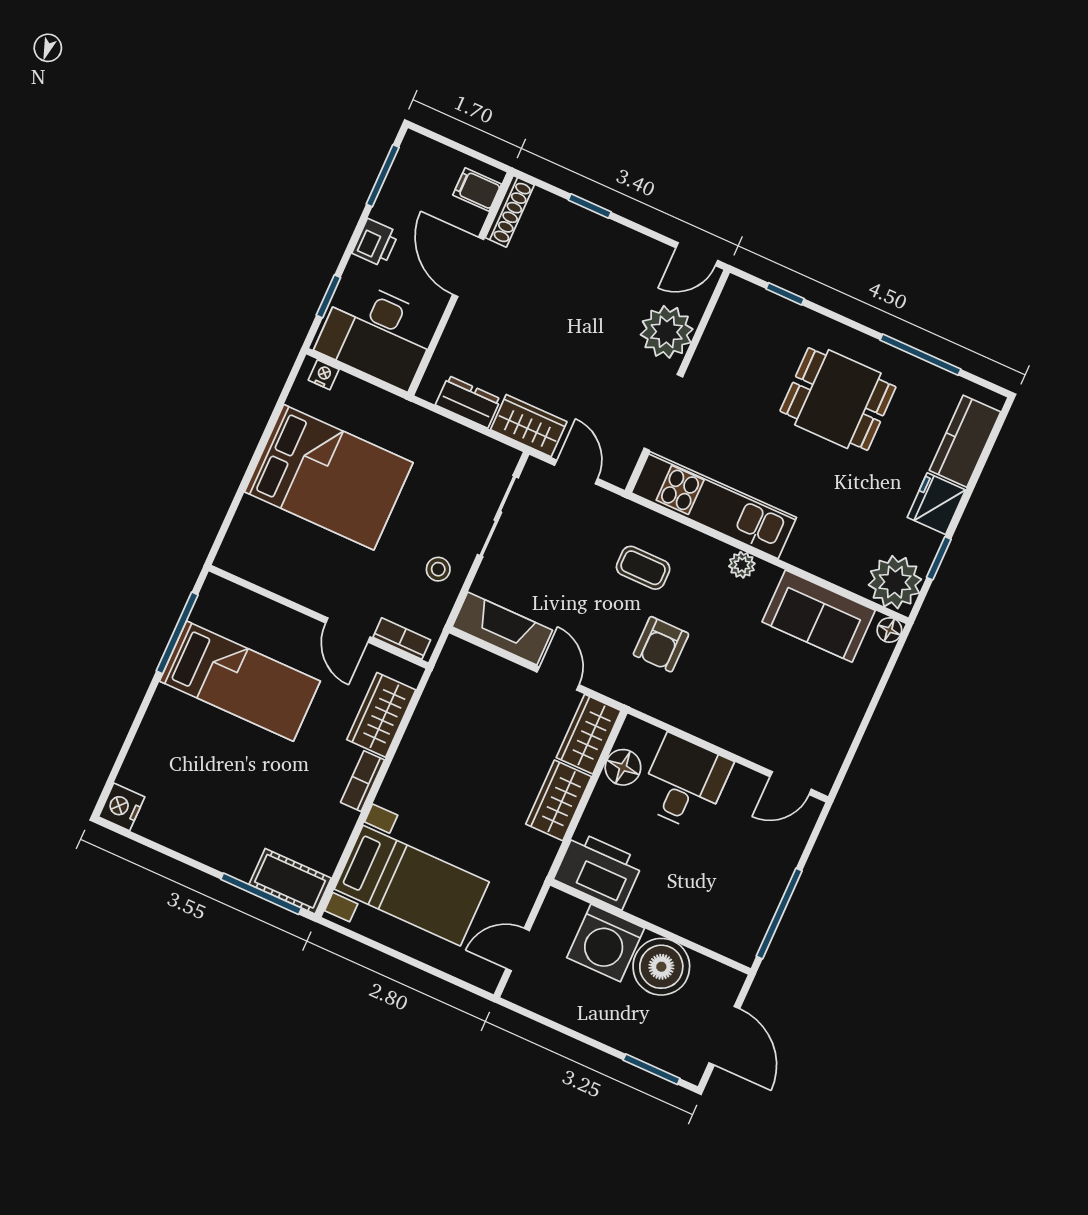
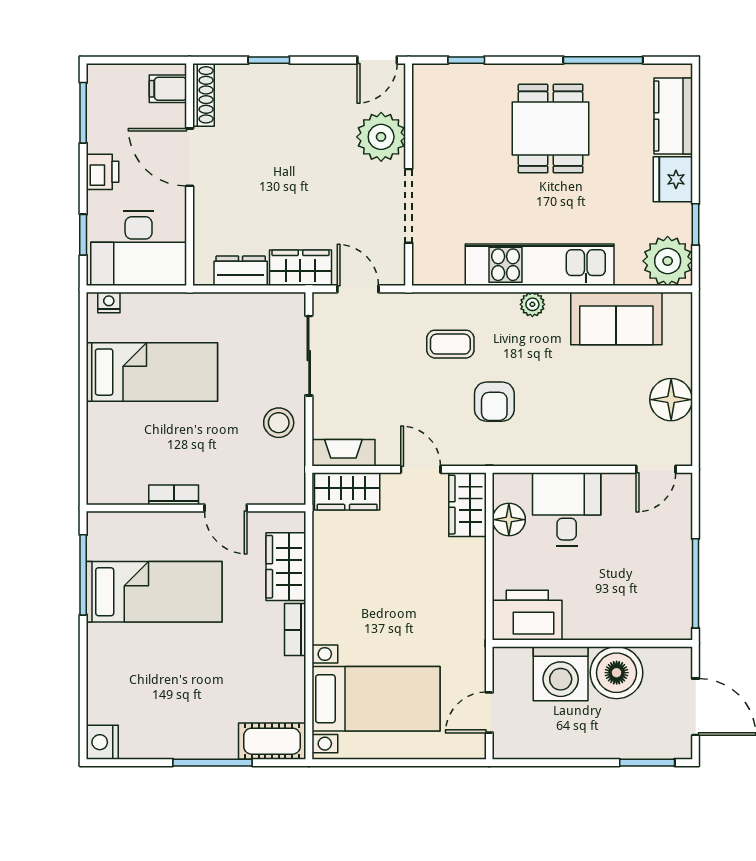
dining table: (838, 399) -> (551, 129), turned 90
bed: (329, 477) -> (152, 372), width x0.67
kitchen unit: (714, 505) -> (540, 265), moved
stool: (438, 569) -> (279, 423), width x1.37, depth x1.37
fireplace: (502, 629) -> (343, 453), width x0.73, depth x0.76
floor lamp: (889, 630) -> (671, 400), moved, width x1.89, depth x1.89
bookcase: (402, 639) -> (174, 495), moved
wardrobe: (559, 800) -> (347, 491), moved, turned -90
window: (261, 894) -> (212, 763), moved

